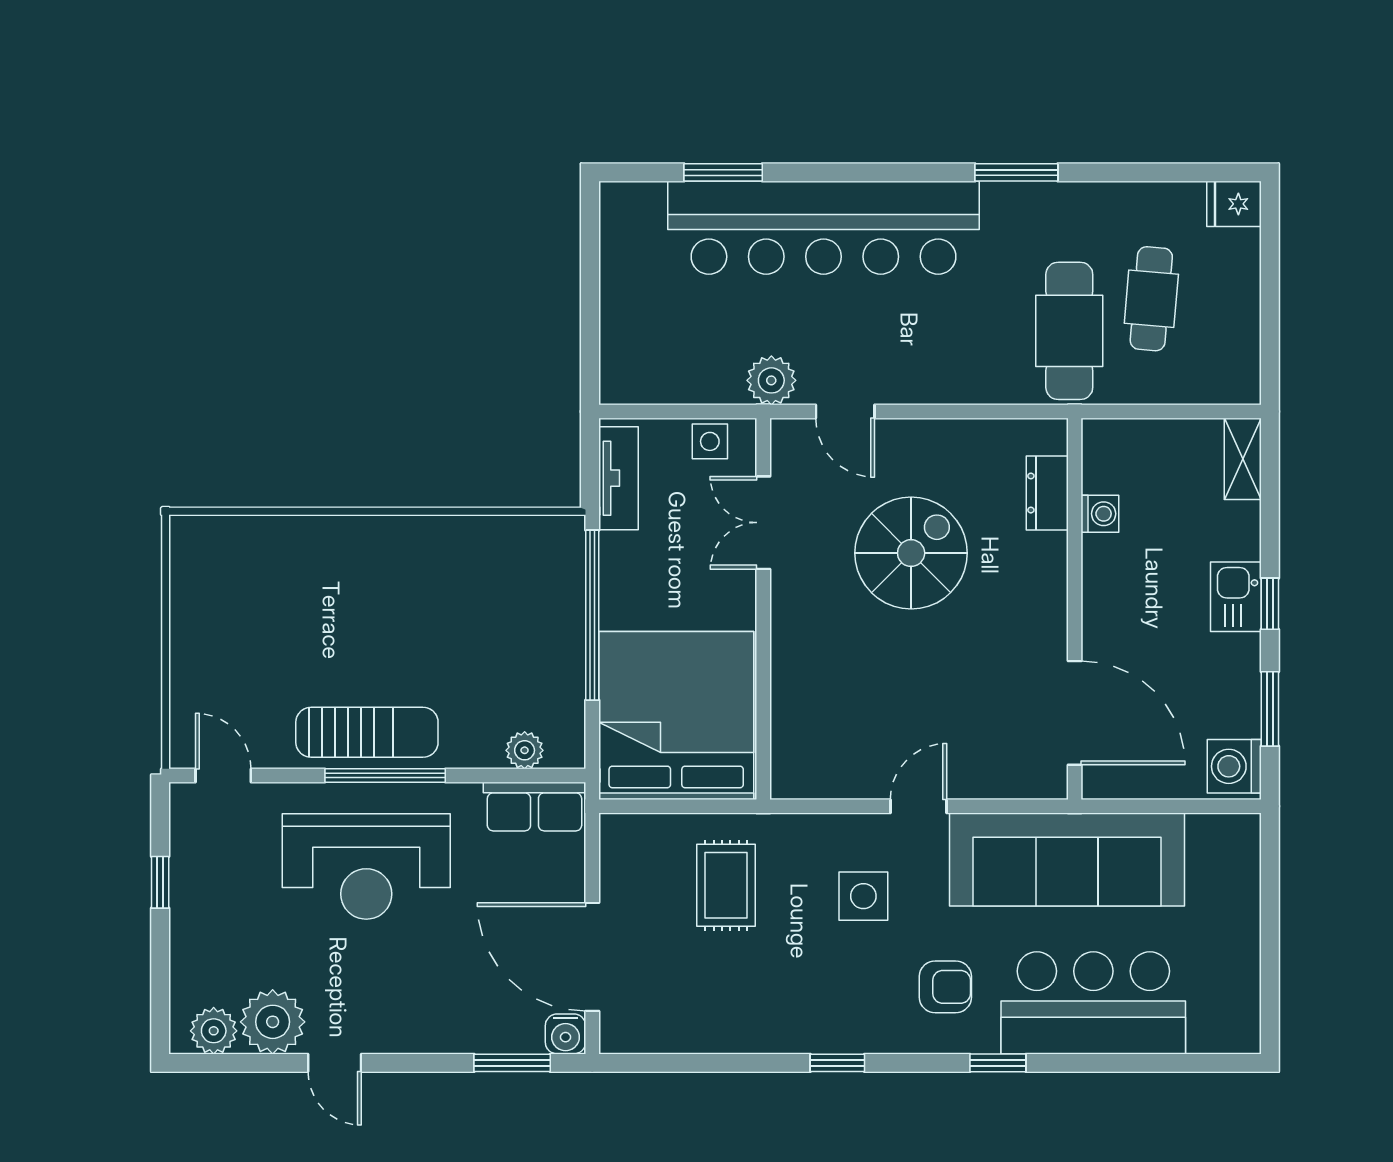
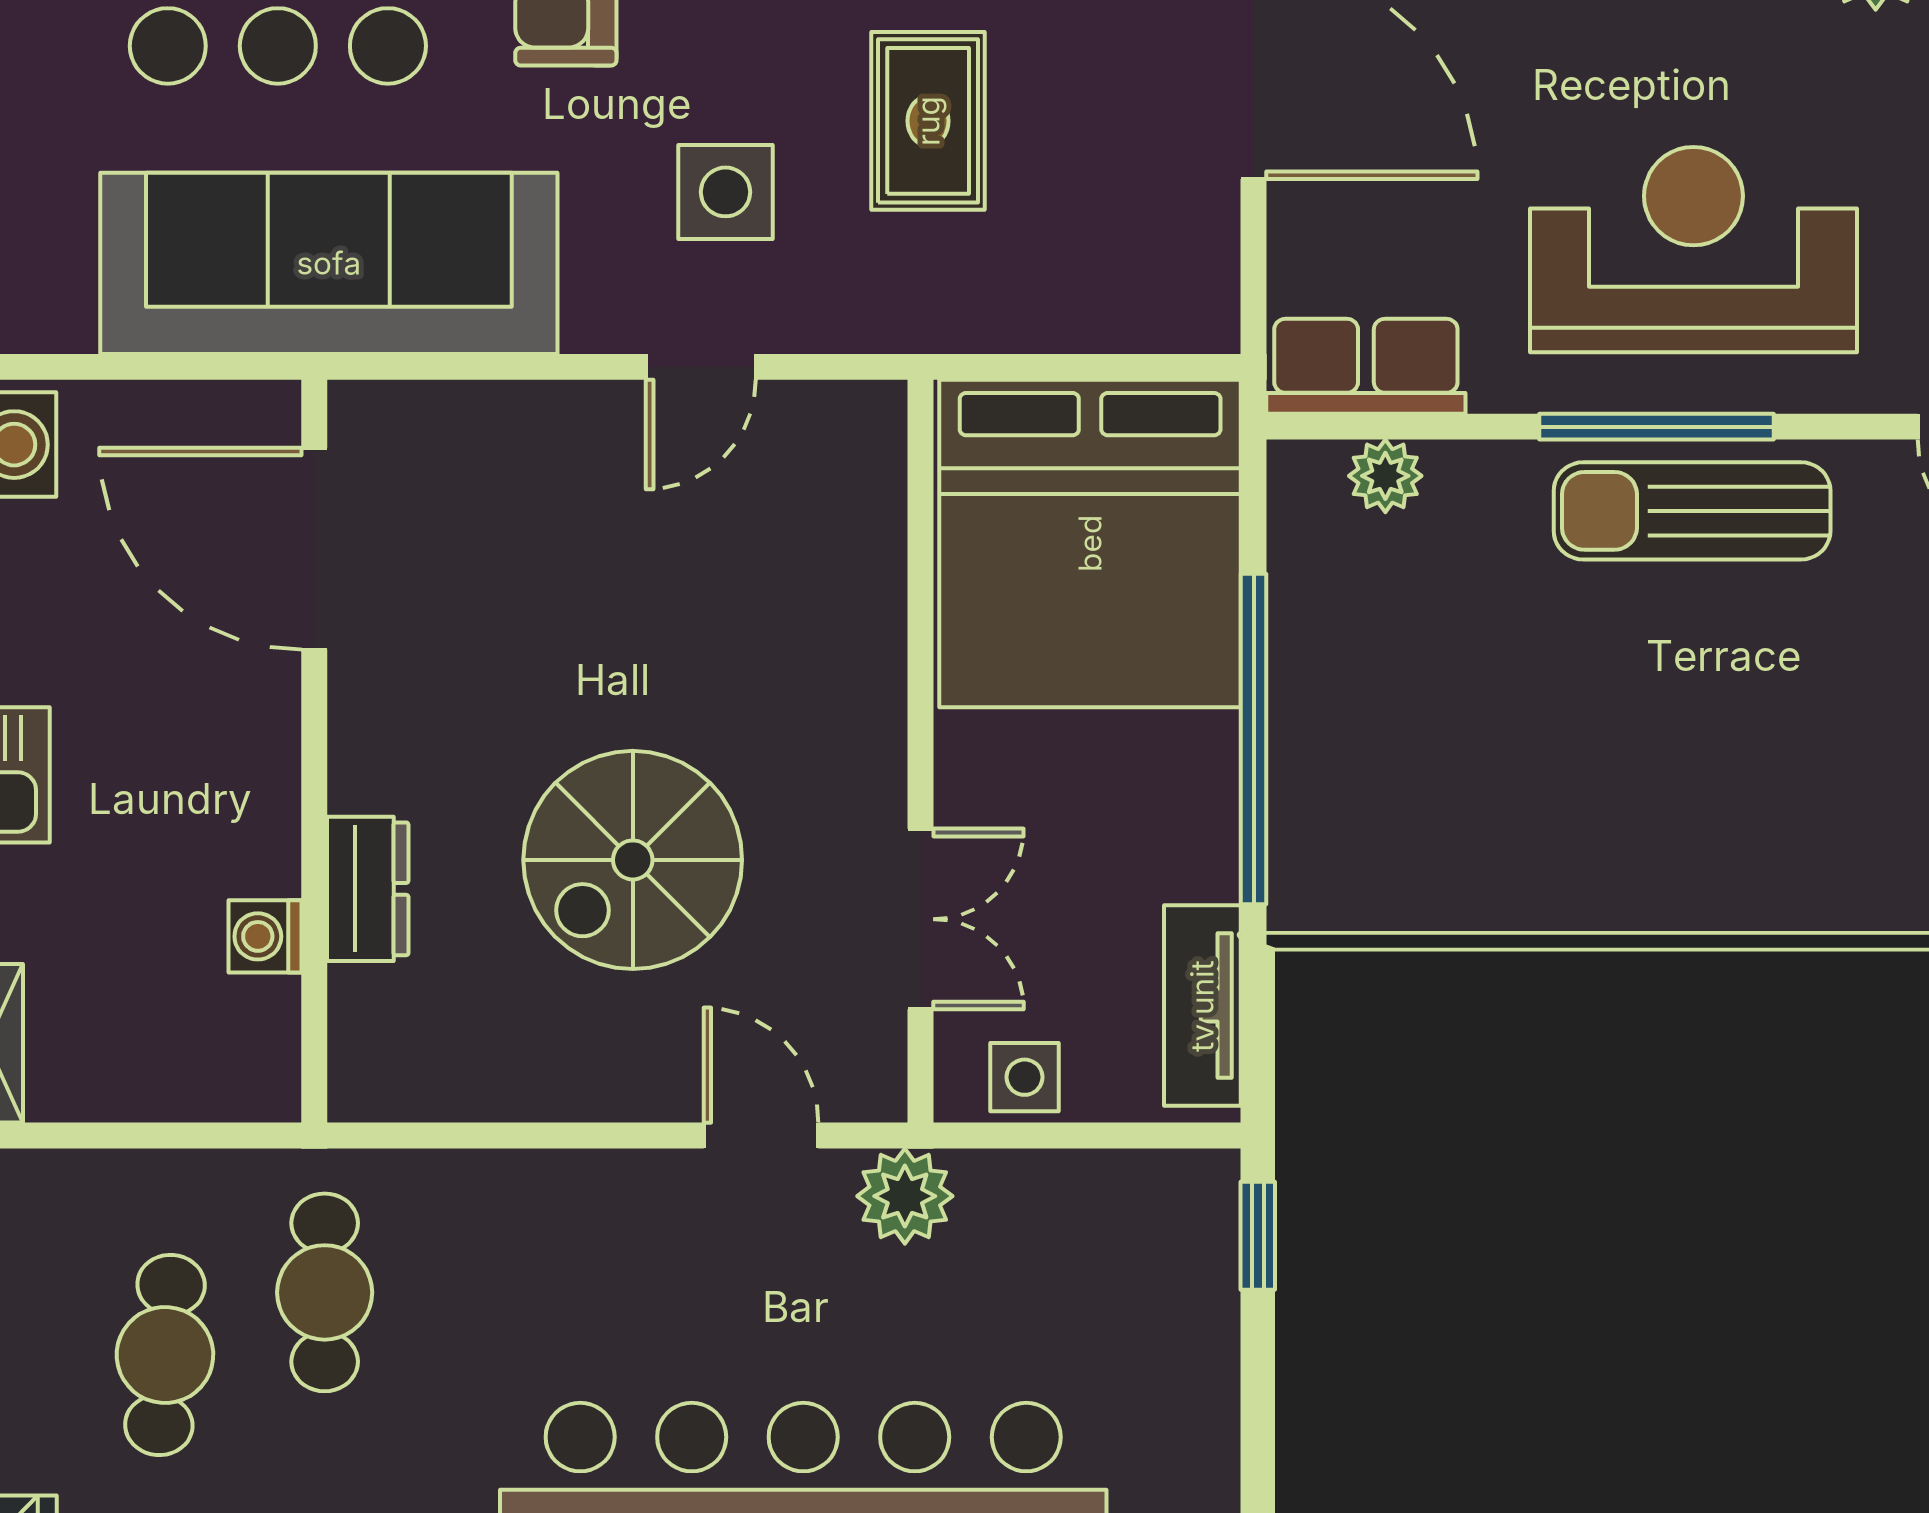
cafe table: (1069, 331) -> (325, 1292), width x0.73, depth x0.74
window: (590, 360) -> (1258, 1236), added
dresser: (1047, 493) -> (368, 889), moved
door: (919, 806) -> (701, 367), moved
rug: (726, 885) -> (928, 121), moved

